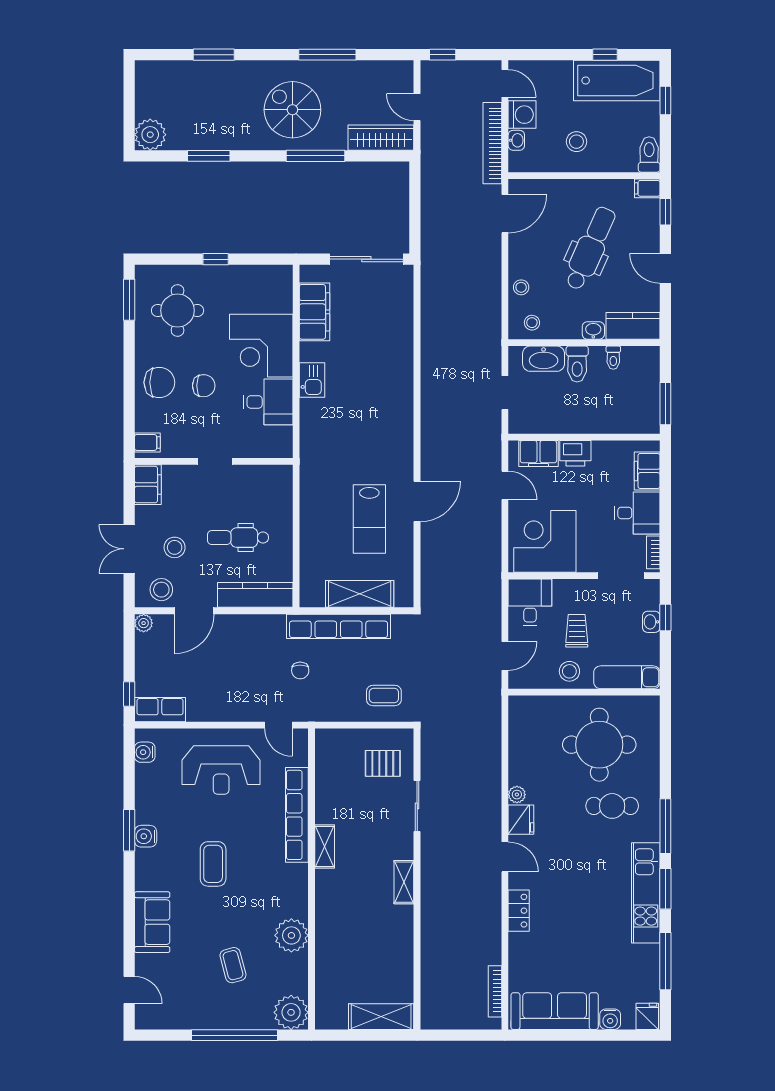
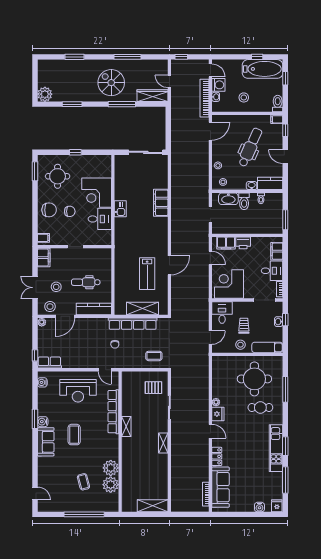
filing cabinet: (314, 312) -> (161, 203), moved, turned 180
window: (665, 826) -> (285, 389), moved
sofa: (152, 922) -> (46, 442), moved
sofa: (555, 1011) -> (221, 487), moved, turned 90
plant: (291, 1012) -> (111, 485), moved

